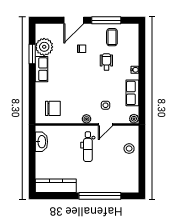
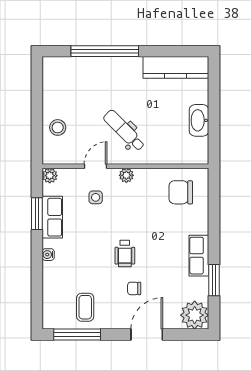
window: (106, 20) -> (77, 335), moved
plant: (44, 47) -> (195, 315), moved
wheelchair: (106, 62) -> (125, 253), moved
window: (142, 95) -> (37, 214), added
washbasin: (41, 142) -> (199, 120), moved
dental chair: (88, 147) -> (124, 130), turned -45

